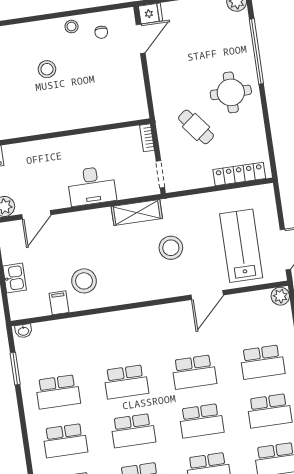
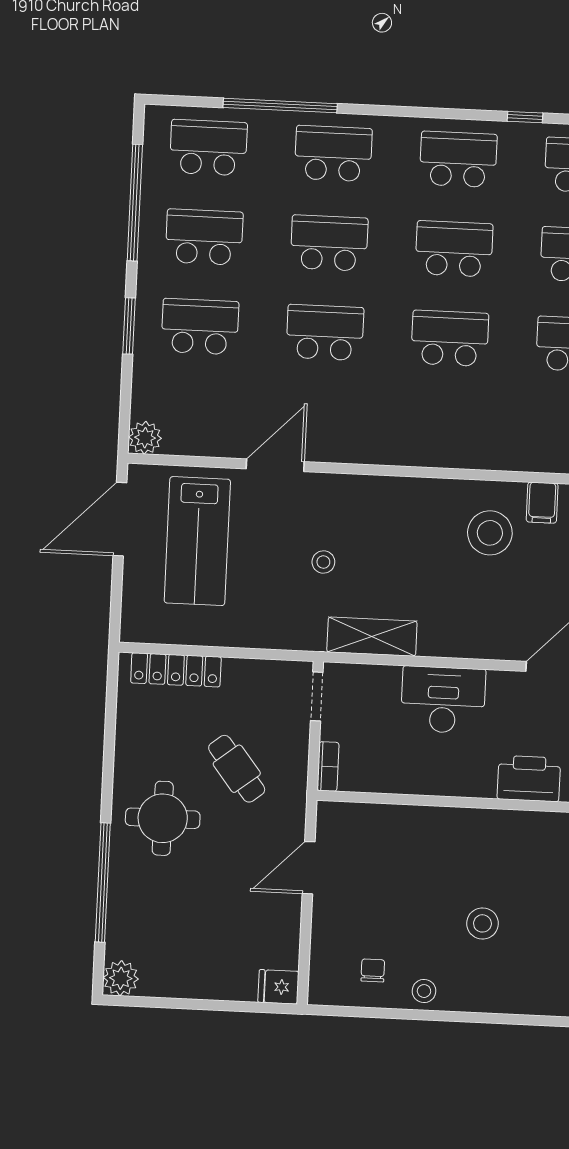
door: (141, 39) -> (309, 868), moved
printer: (37, 152) -> (529, 779), added
stool: (171, 248) -> (323, 562), width x0.53, depth x0.53

